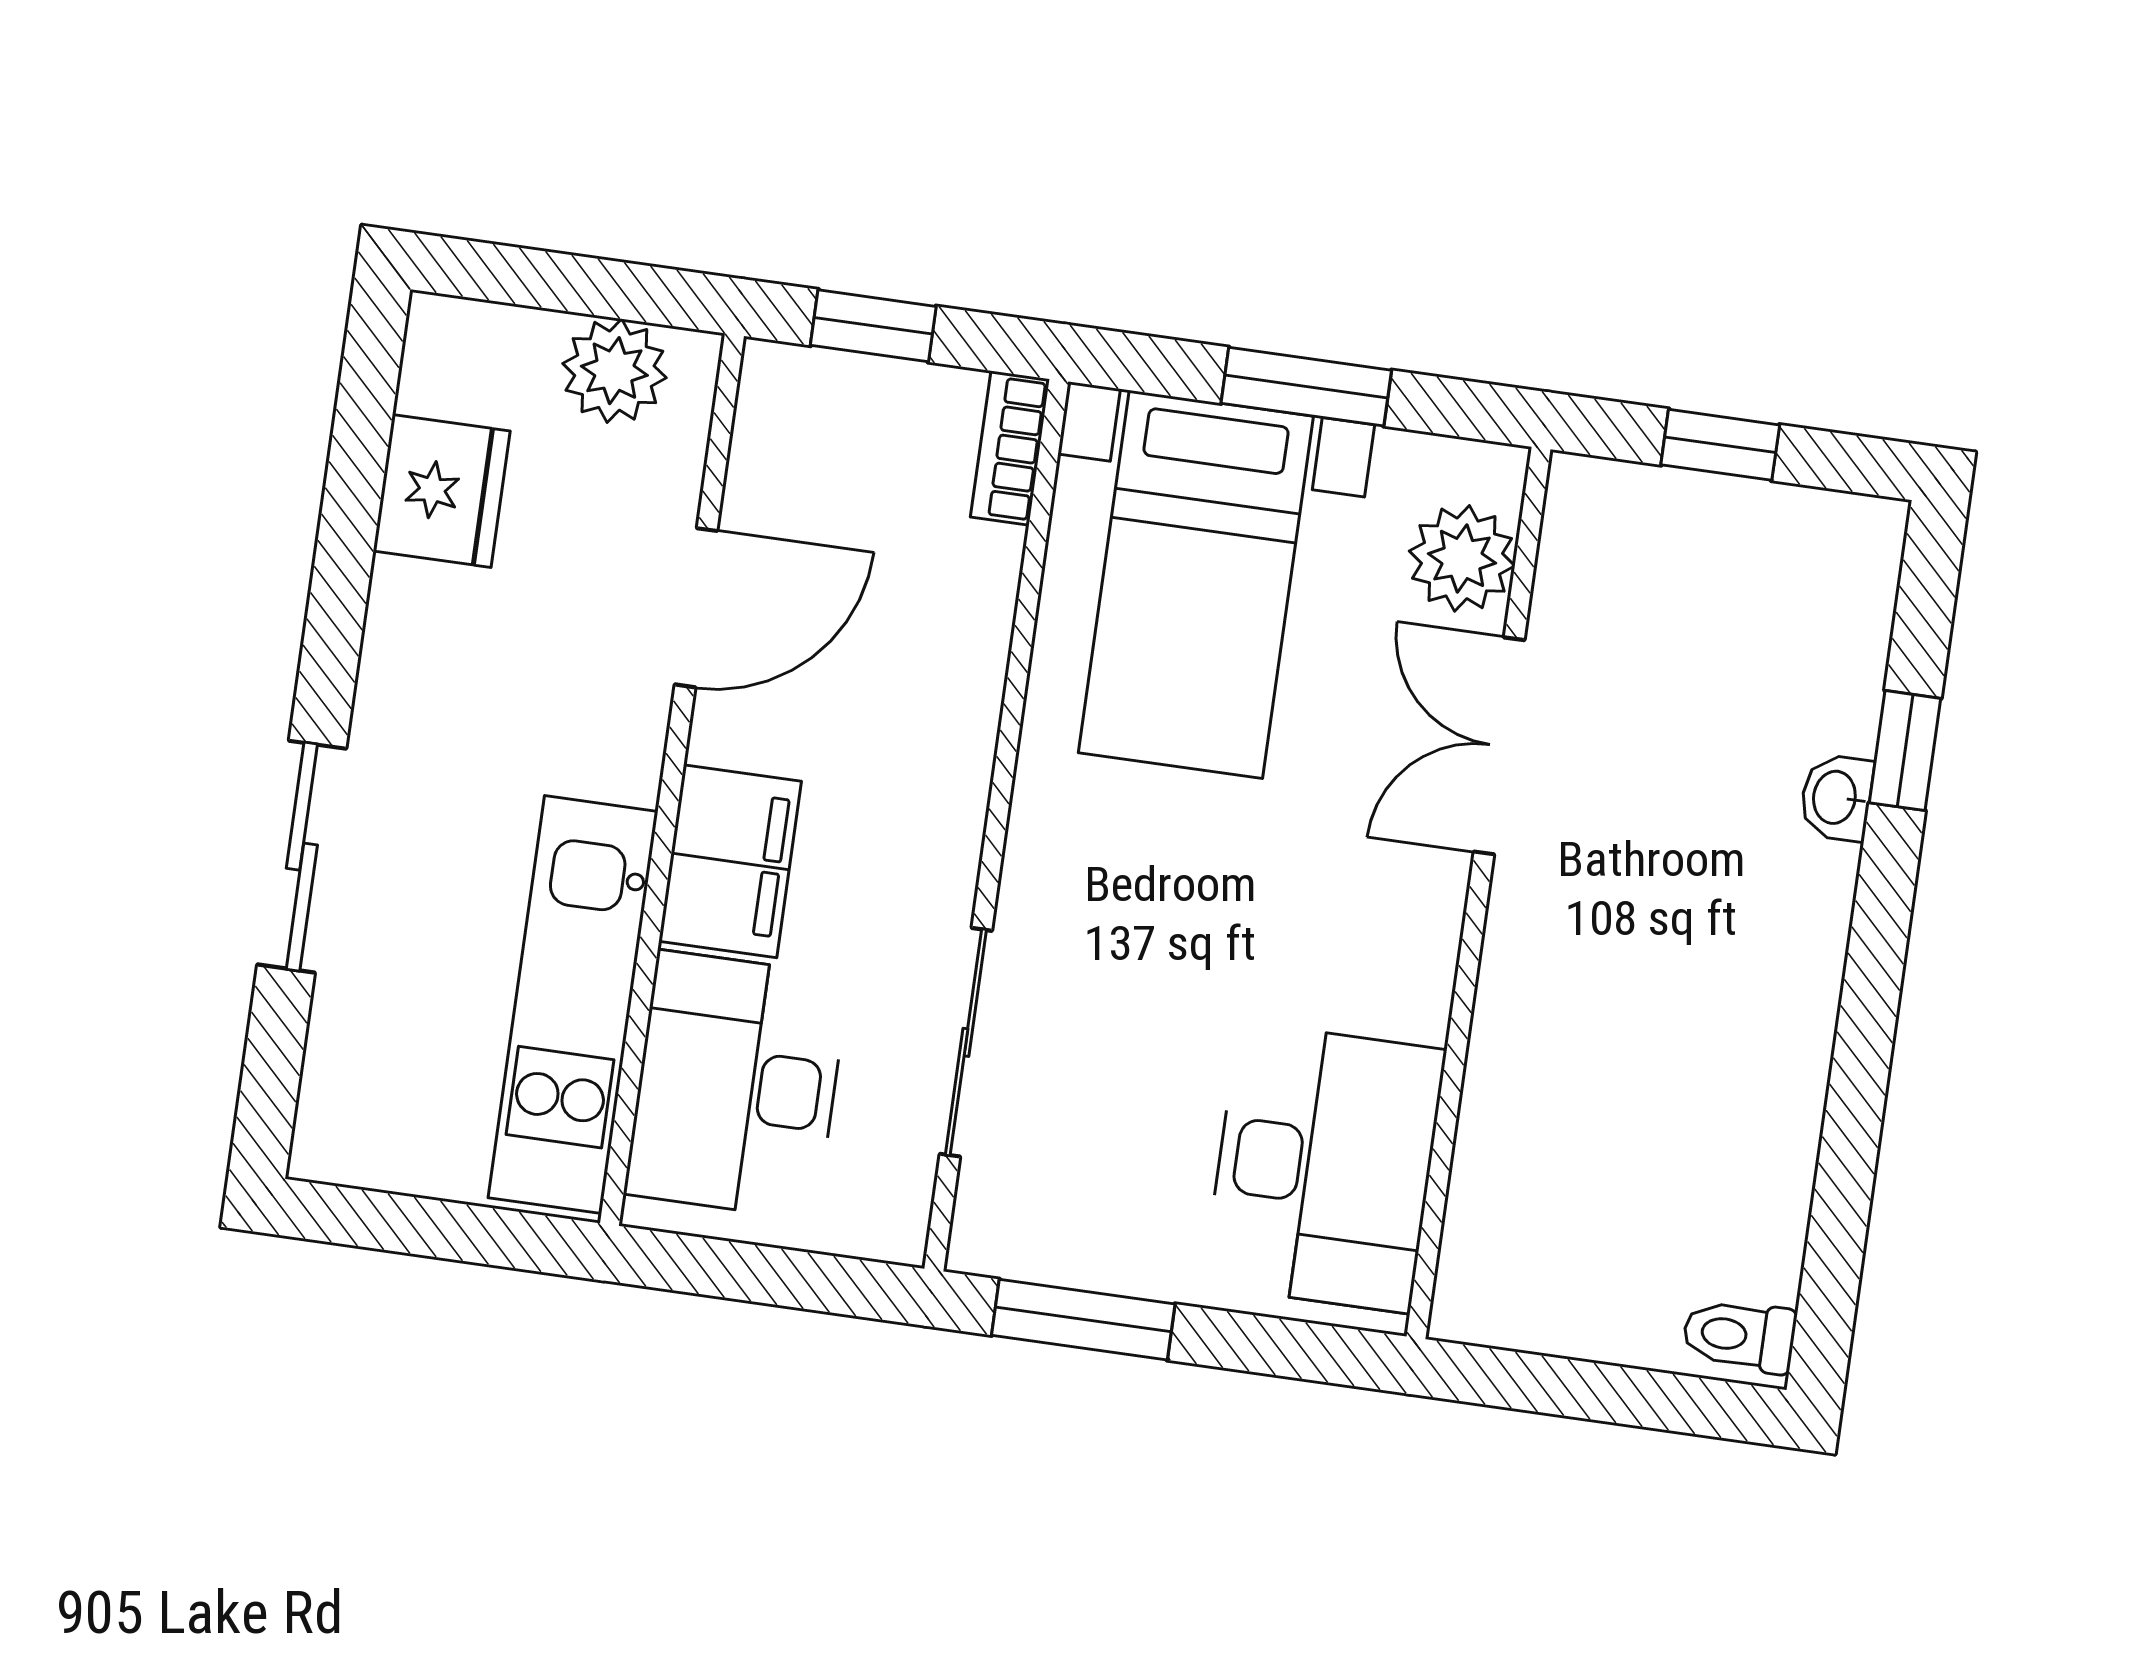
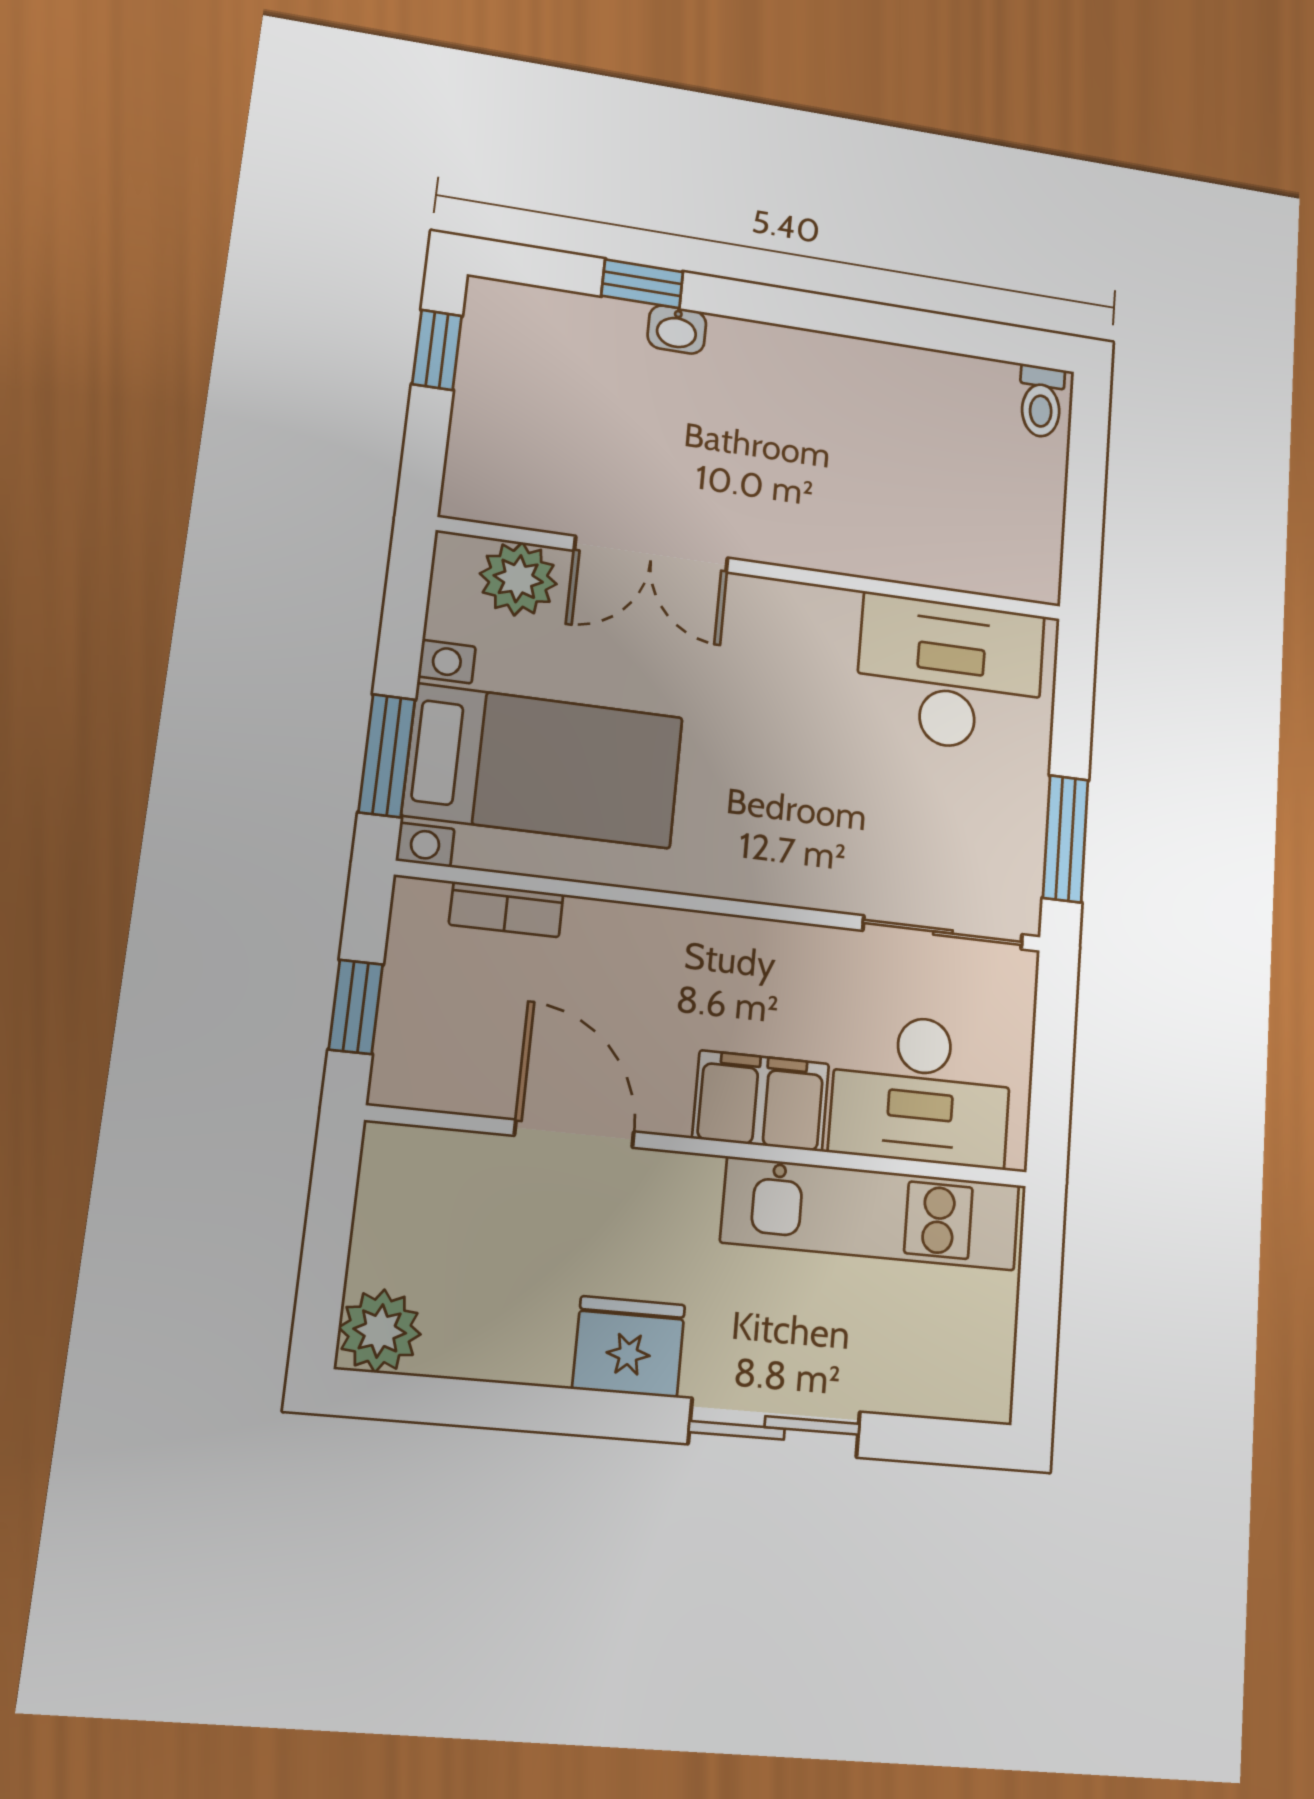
plant: (614, 371) -> (380, 1331), moved
window: (1306, 387) -> (387, 756), moved
window: (1720, 445) -> (437, 350), moved
bookcase: (1010, 448) -> (506, 909), moved
fridge: (442, 491) -> (629, 1347), moved
sliding door: (966, 1042) -> (943, 932), moved

